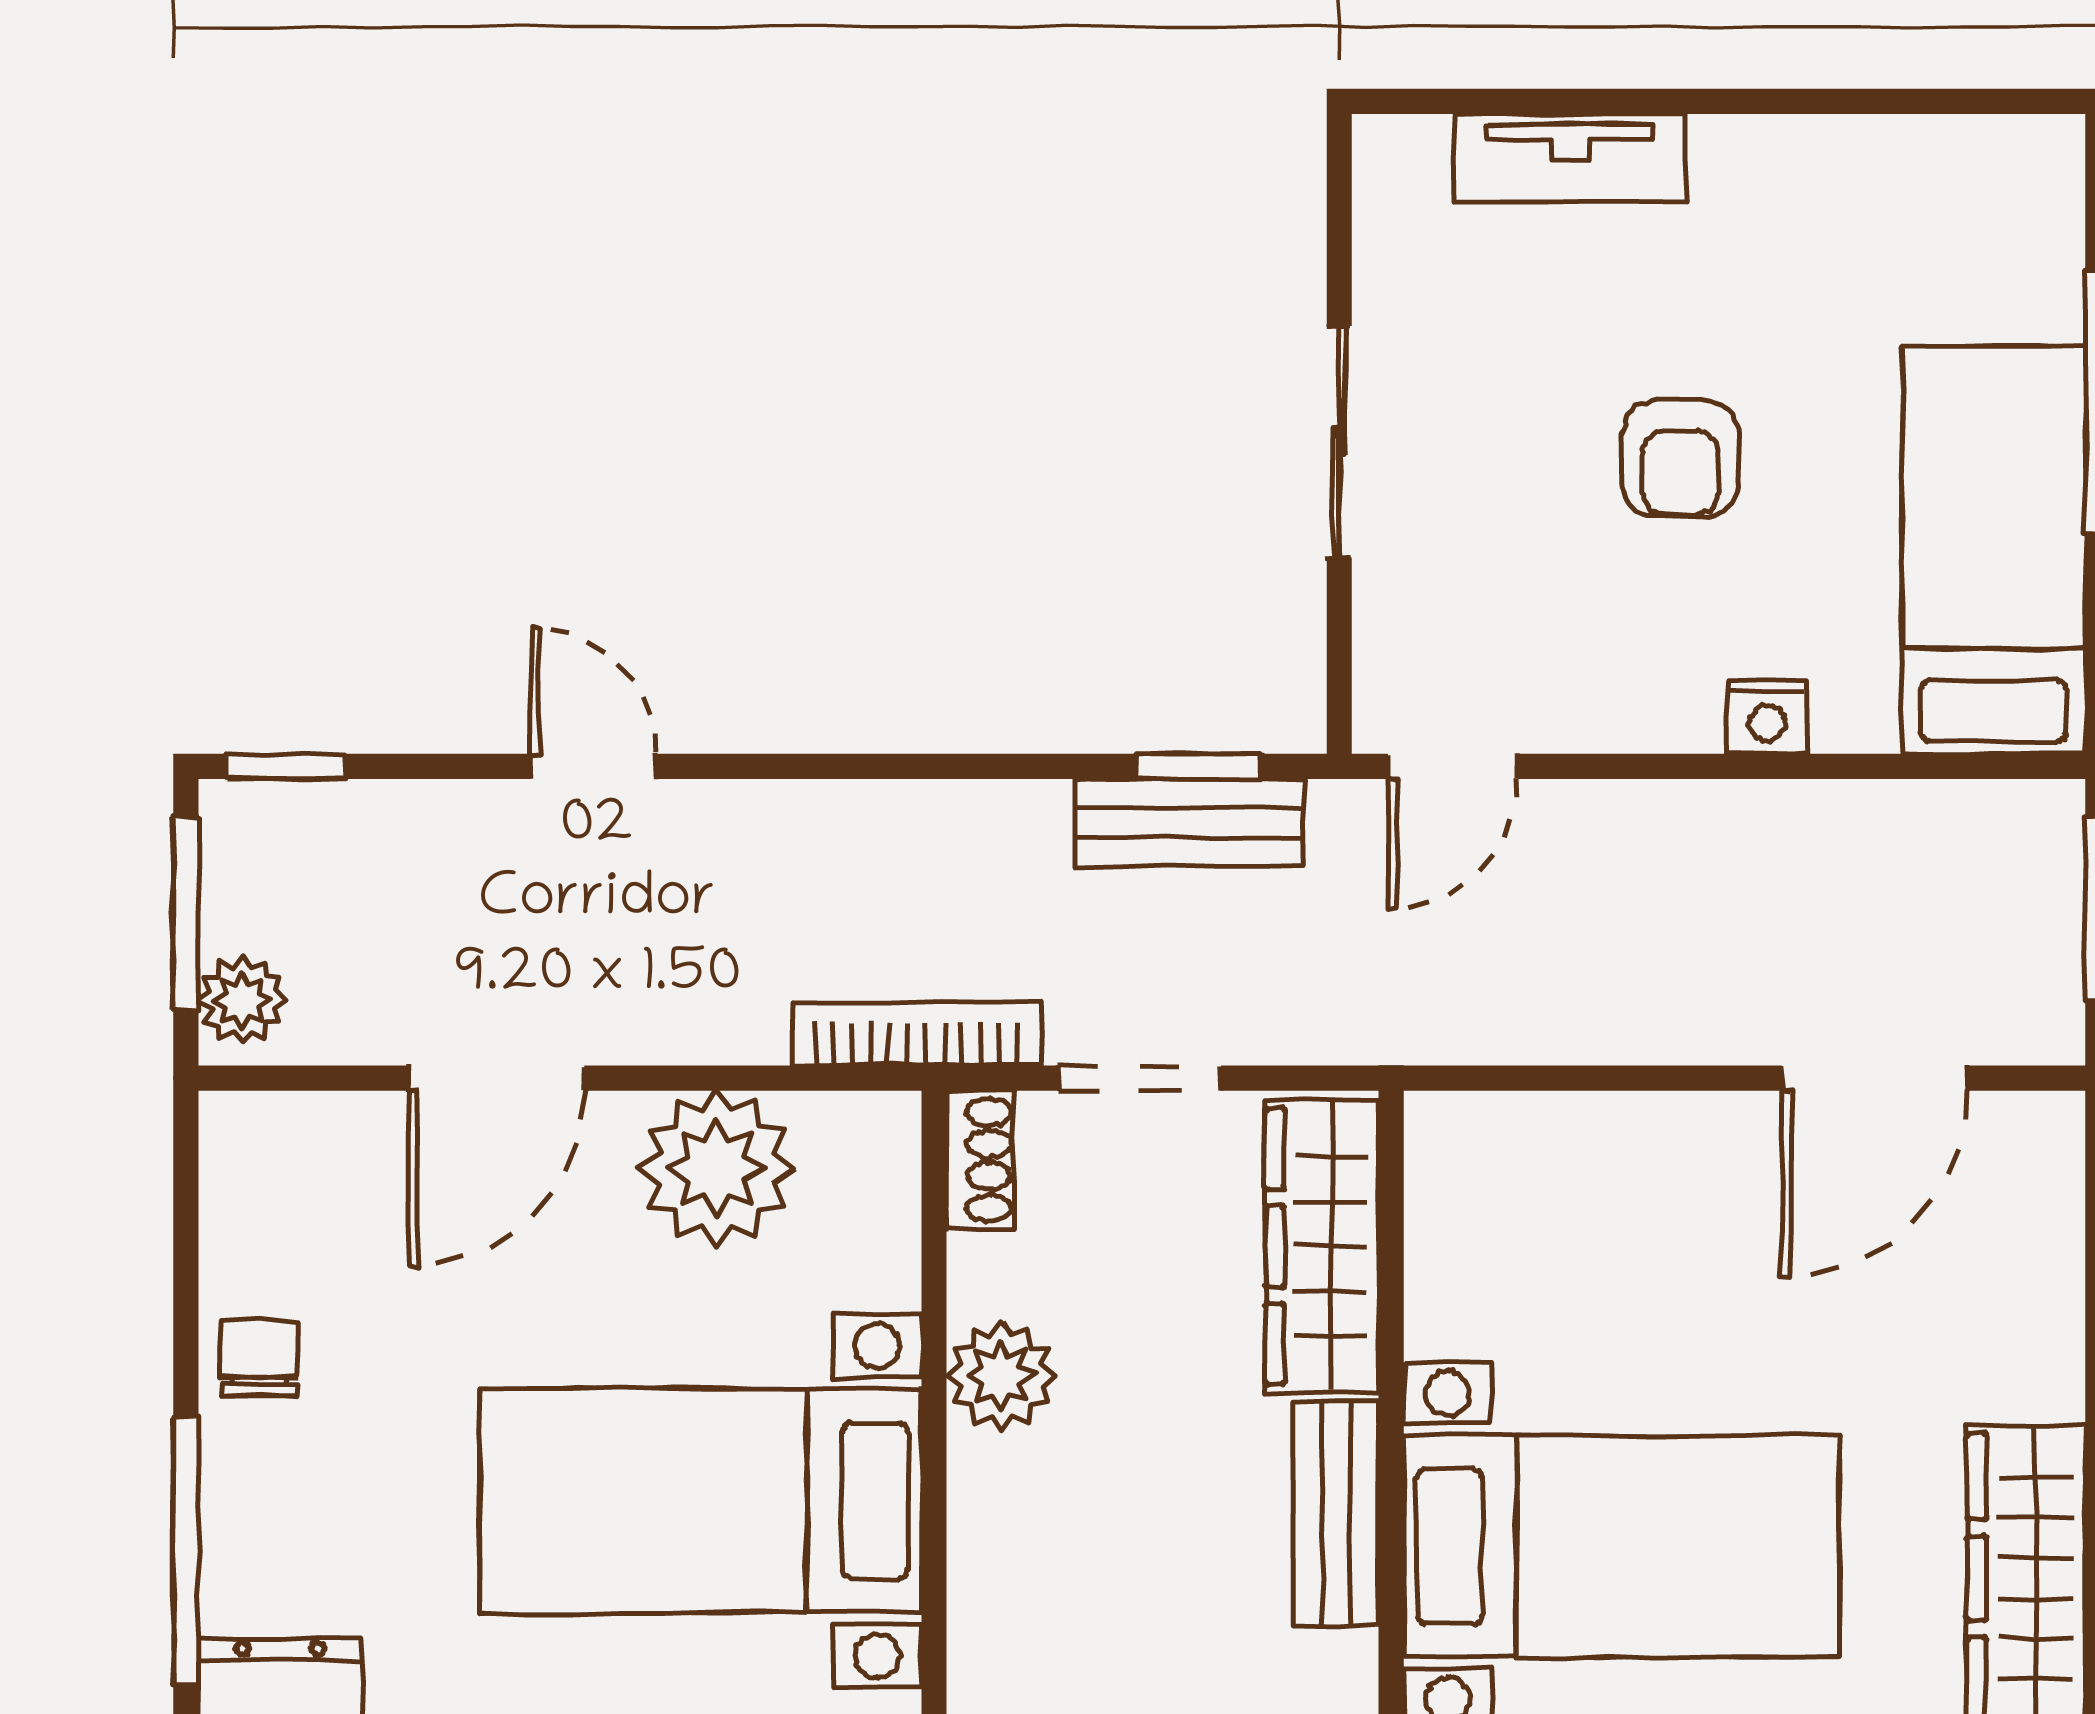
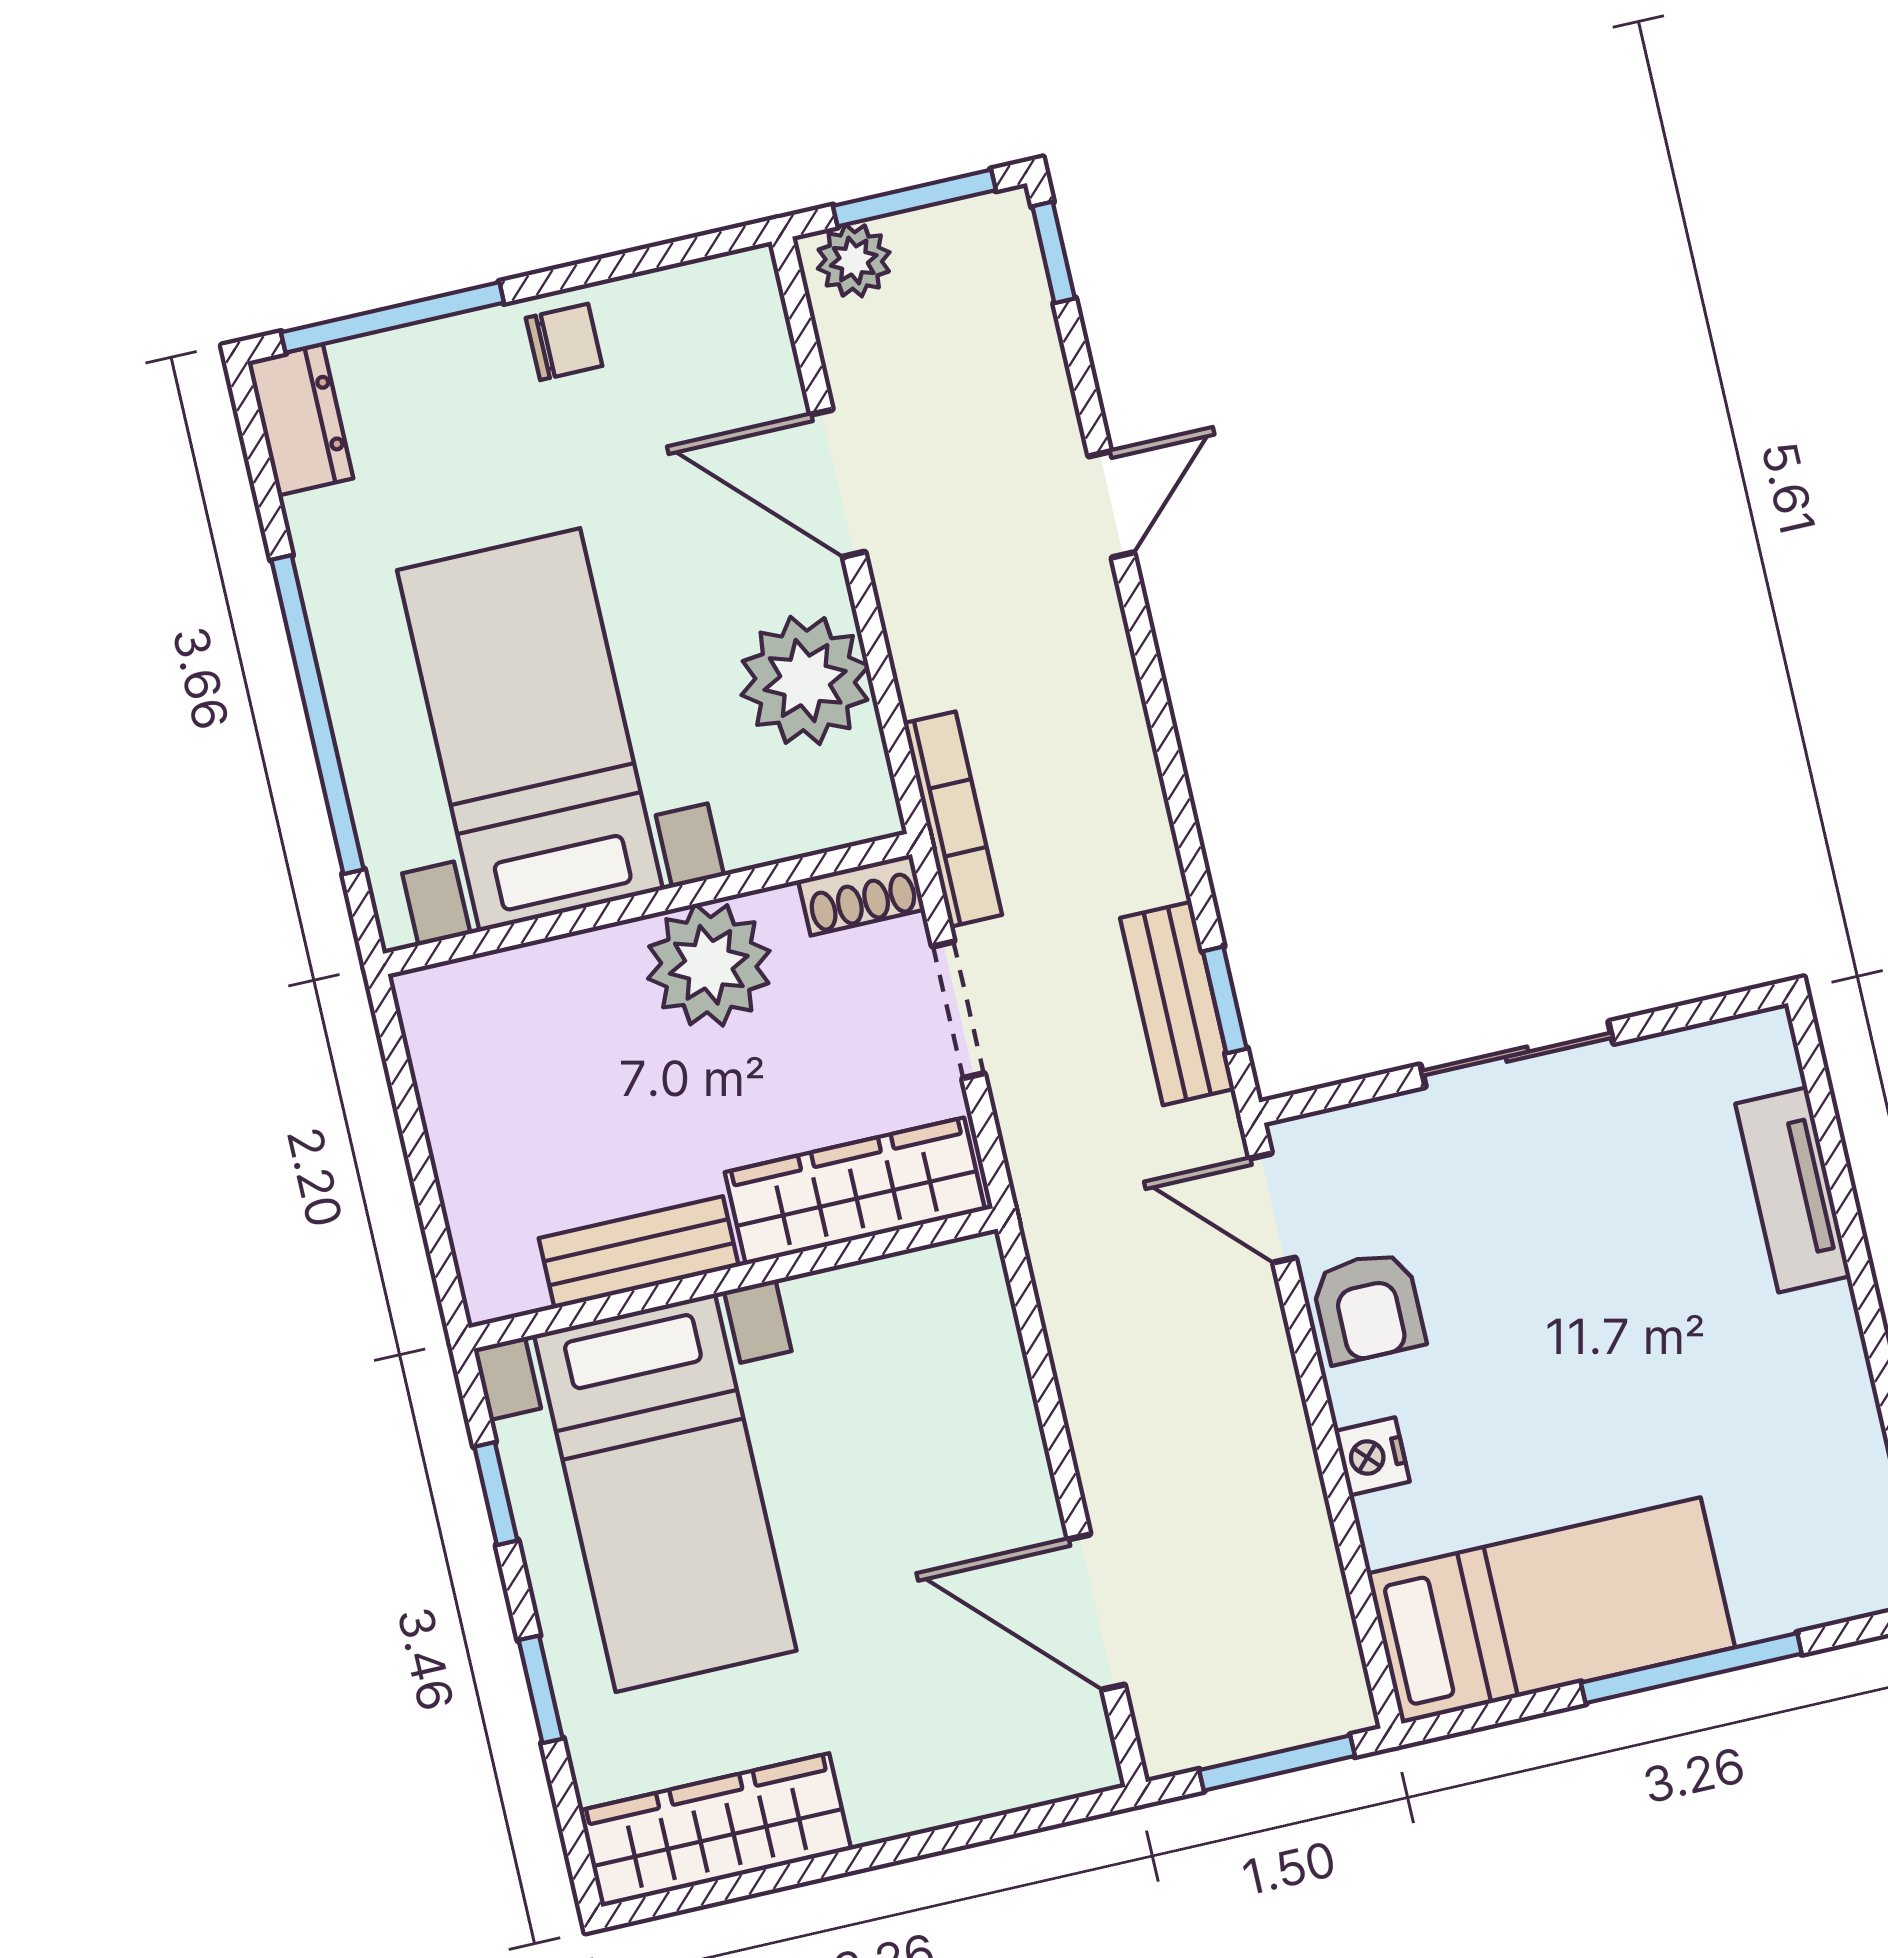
armchair: (1681, 459) -> (1368, 1307), moved, turned -90
plant: (1001, 1375) -> (709, 965), width x1.36, depth x1.36

